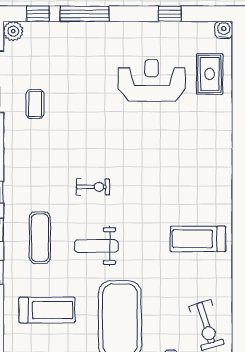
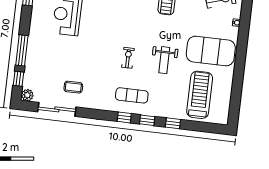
exercise mat: (40, 238) -> (132, 95), moved
treadmill: (47, 310) -> (200, 95), width x1.37, depth x1.38

